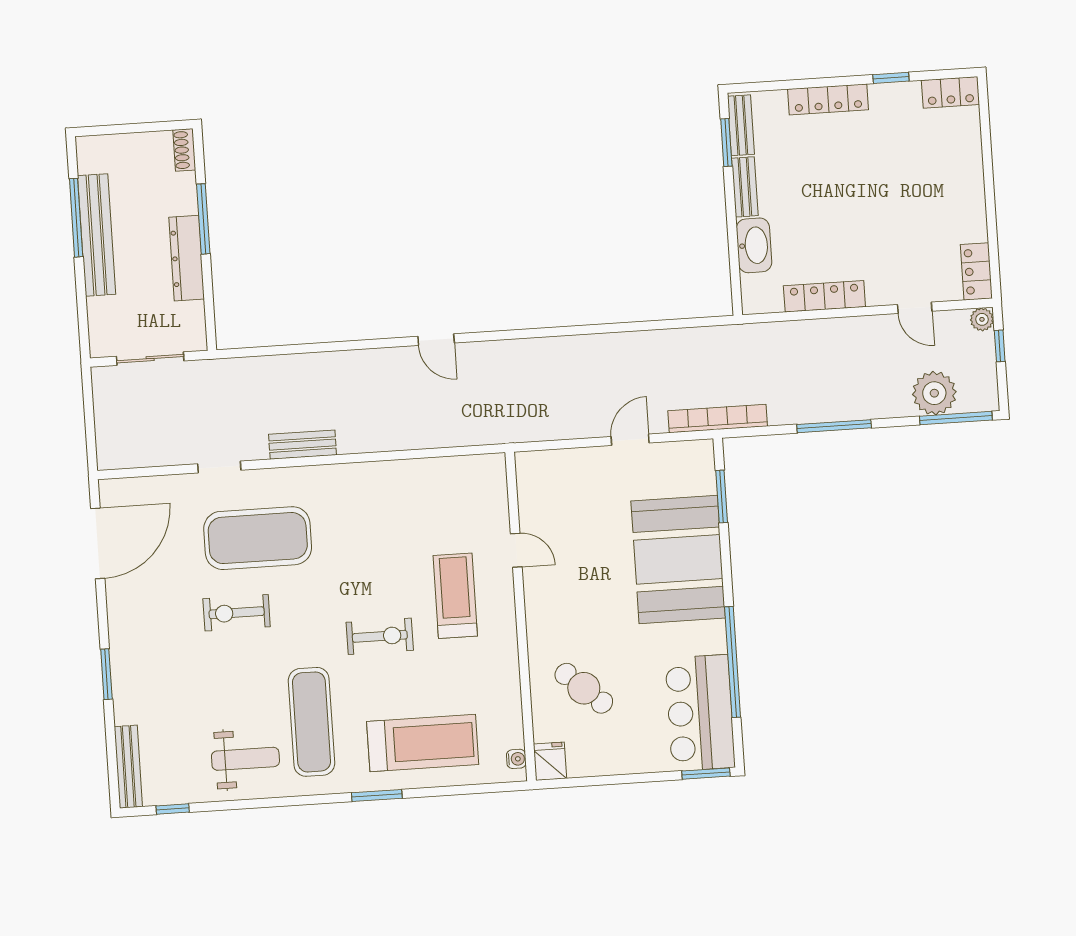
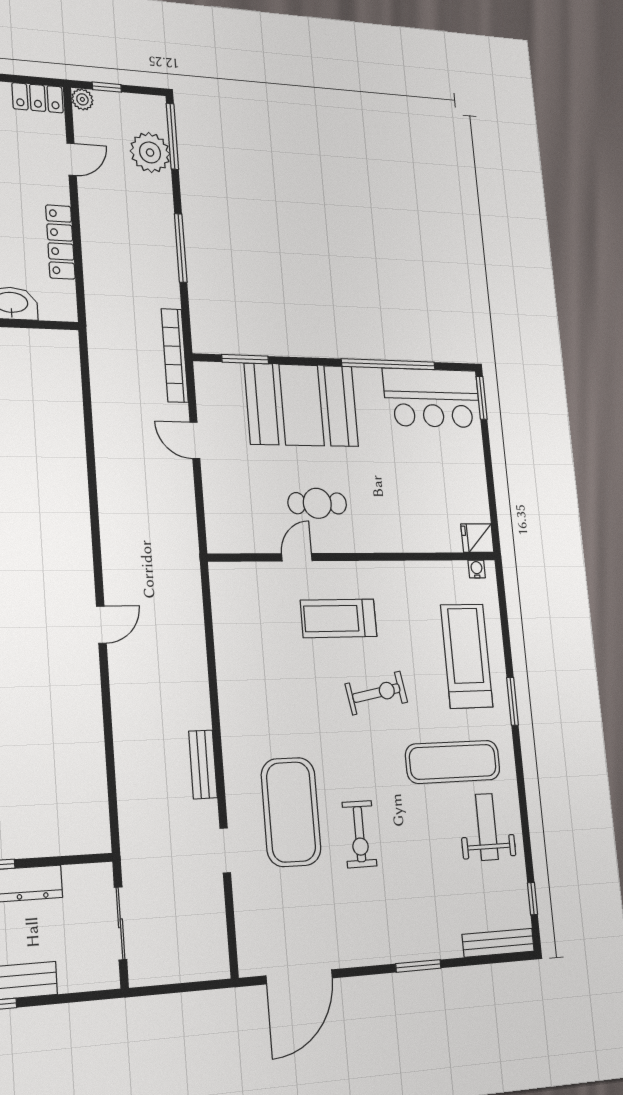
door: (98, 543) -> (299, 977), swing flipped
exercise bike: (380, 636) -> (376, 693), turned 80
cafe table: (584, 688) -> (317, 503), moved, turned 48

